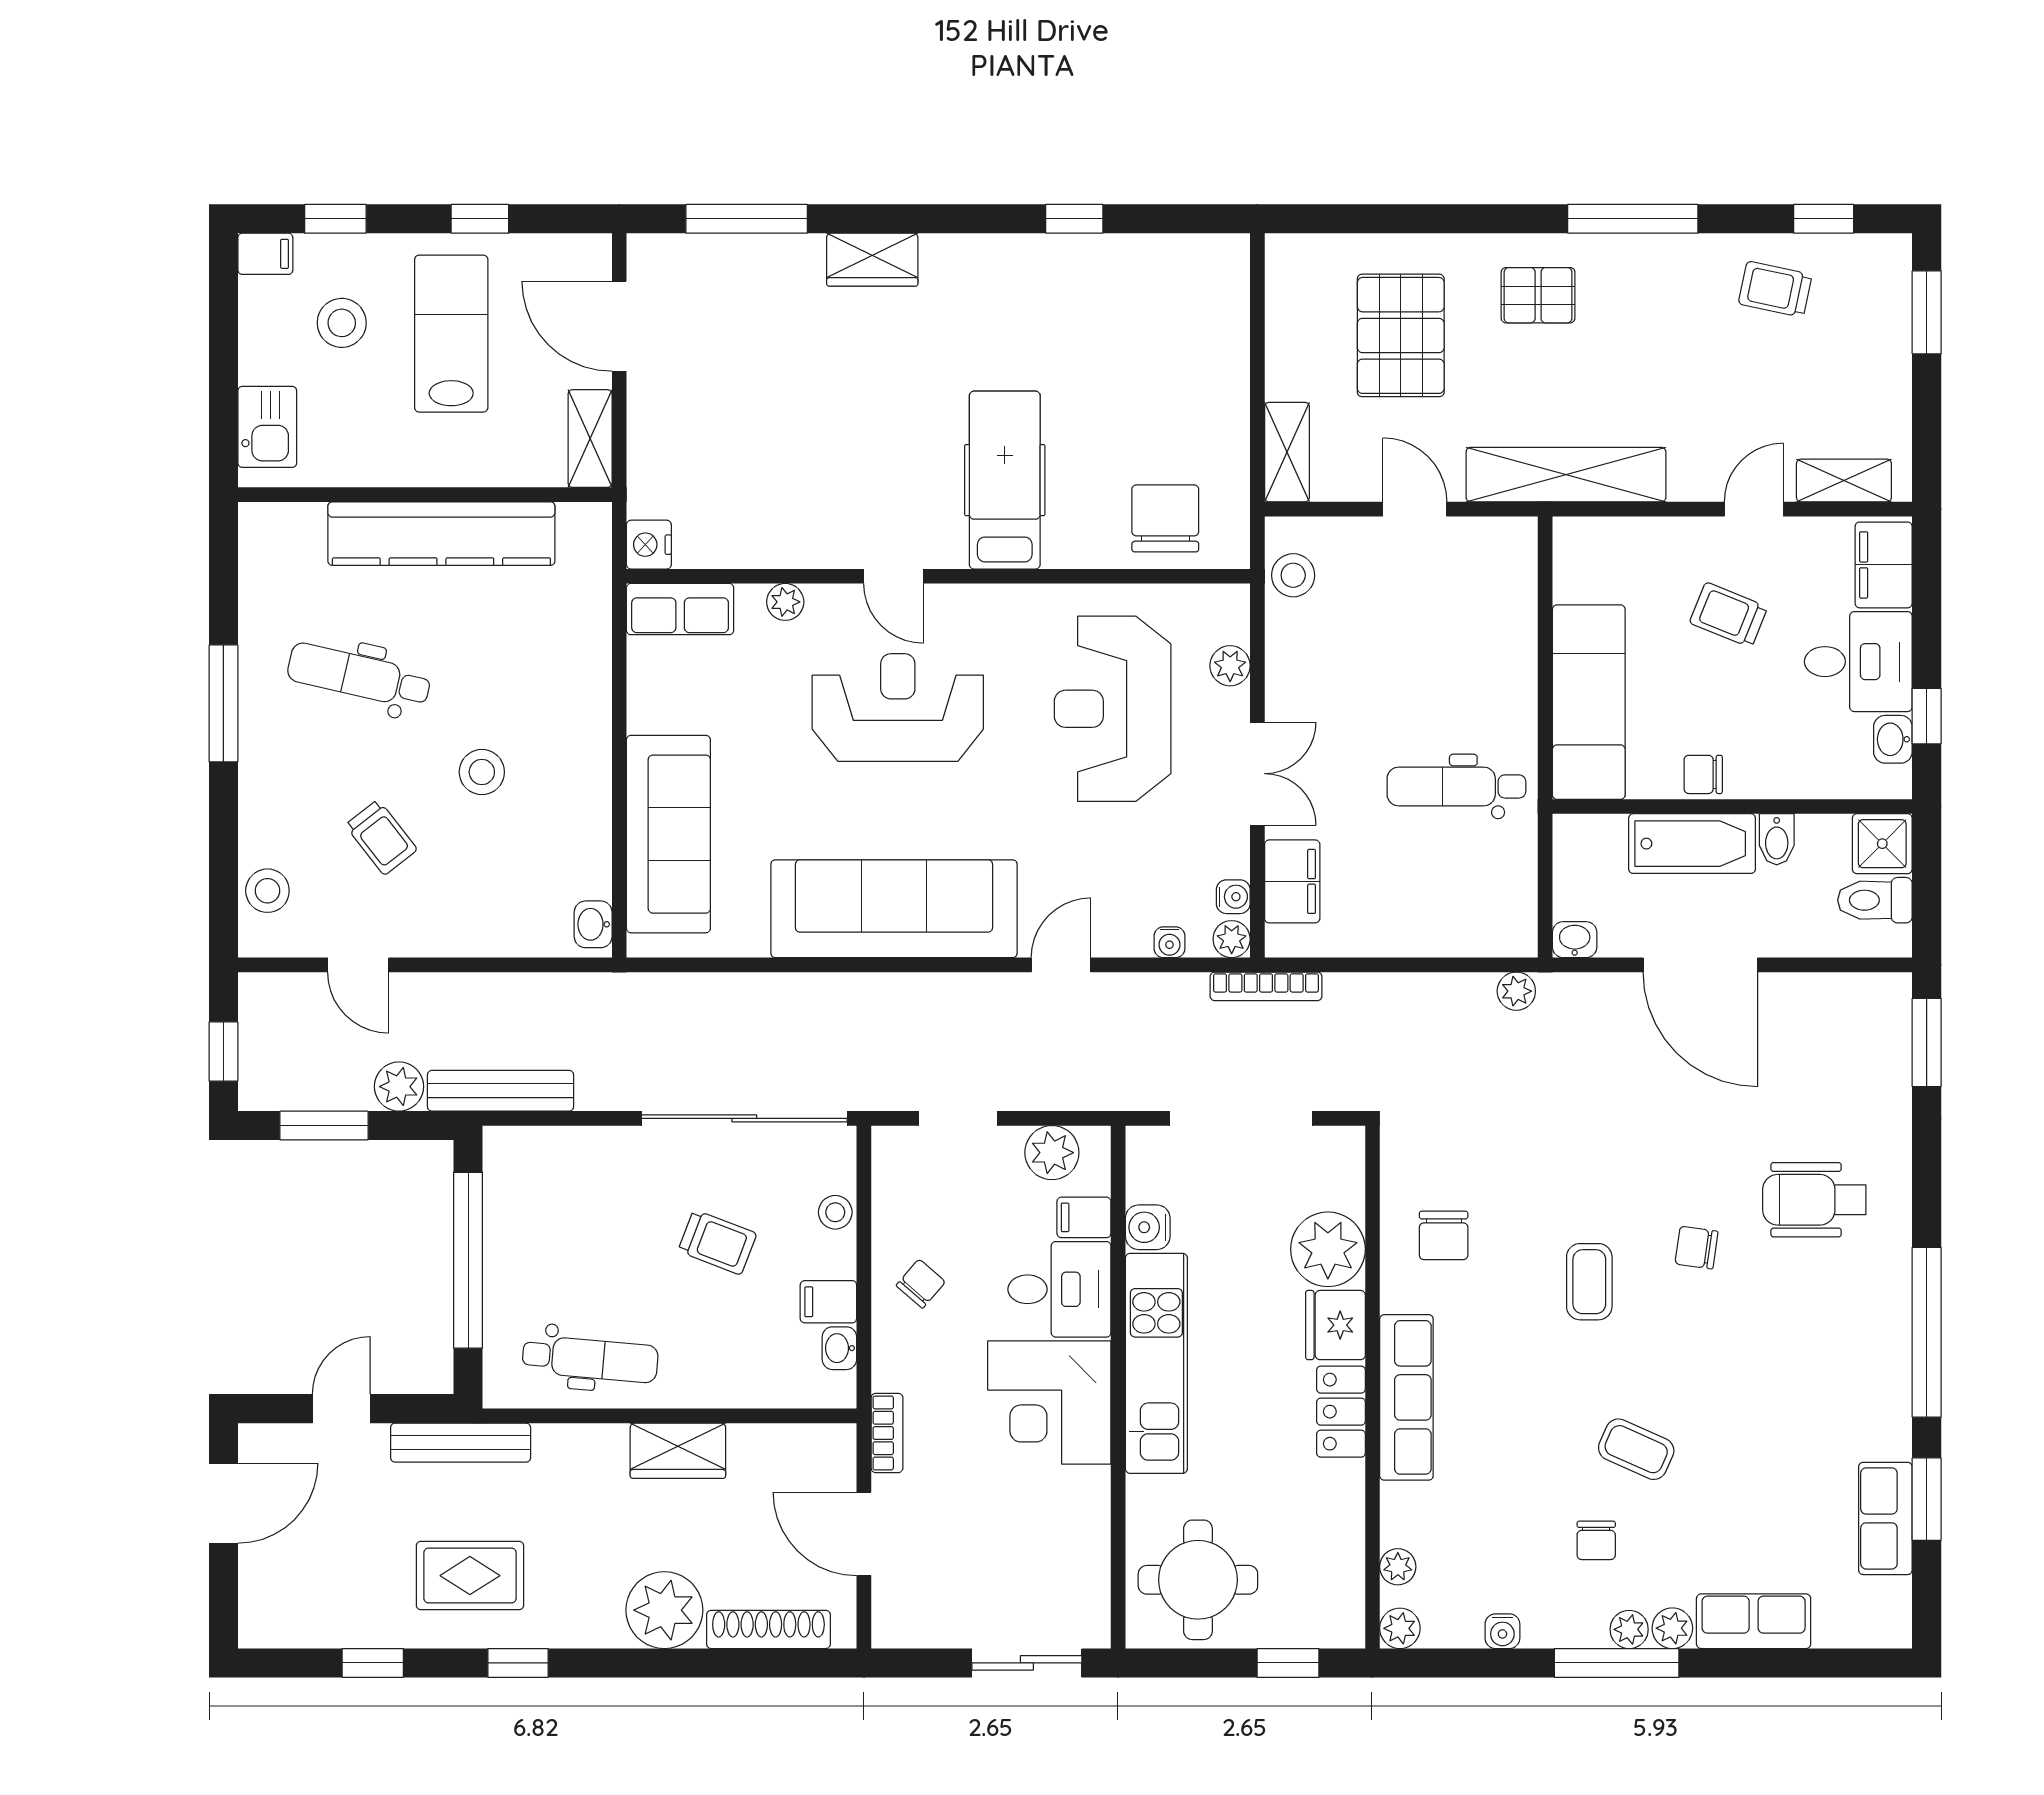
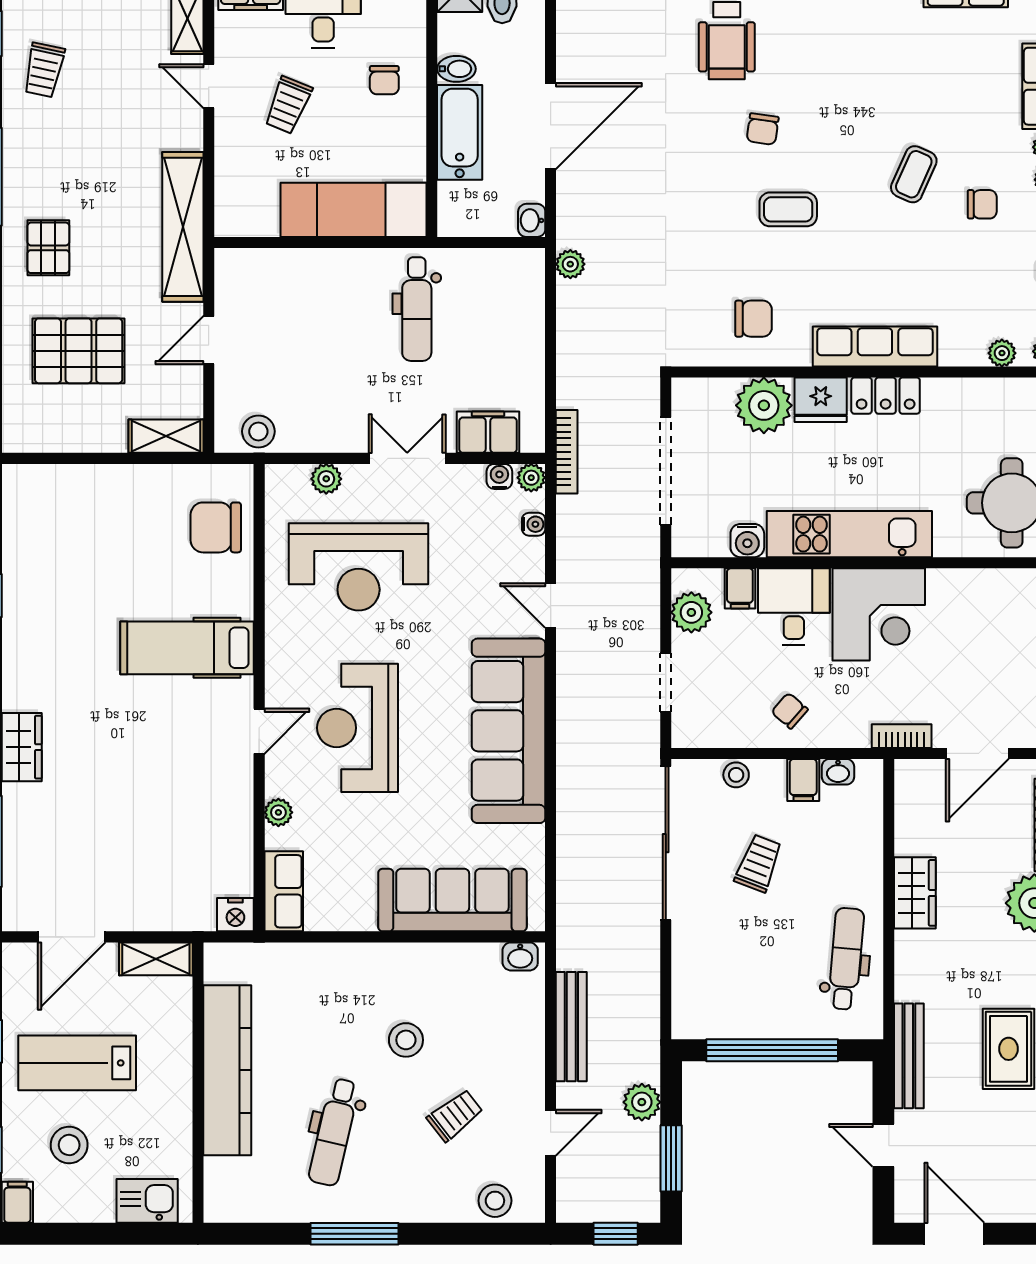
chair: (1703, 774) -> (384, 80), moved
bench: (500, 1091) -> (571, 1027), moved

